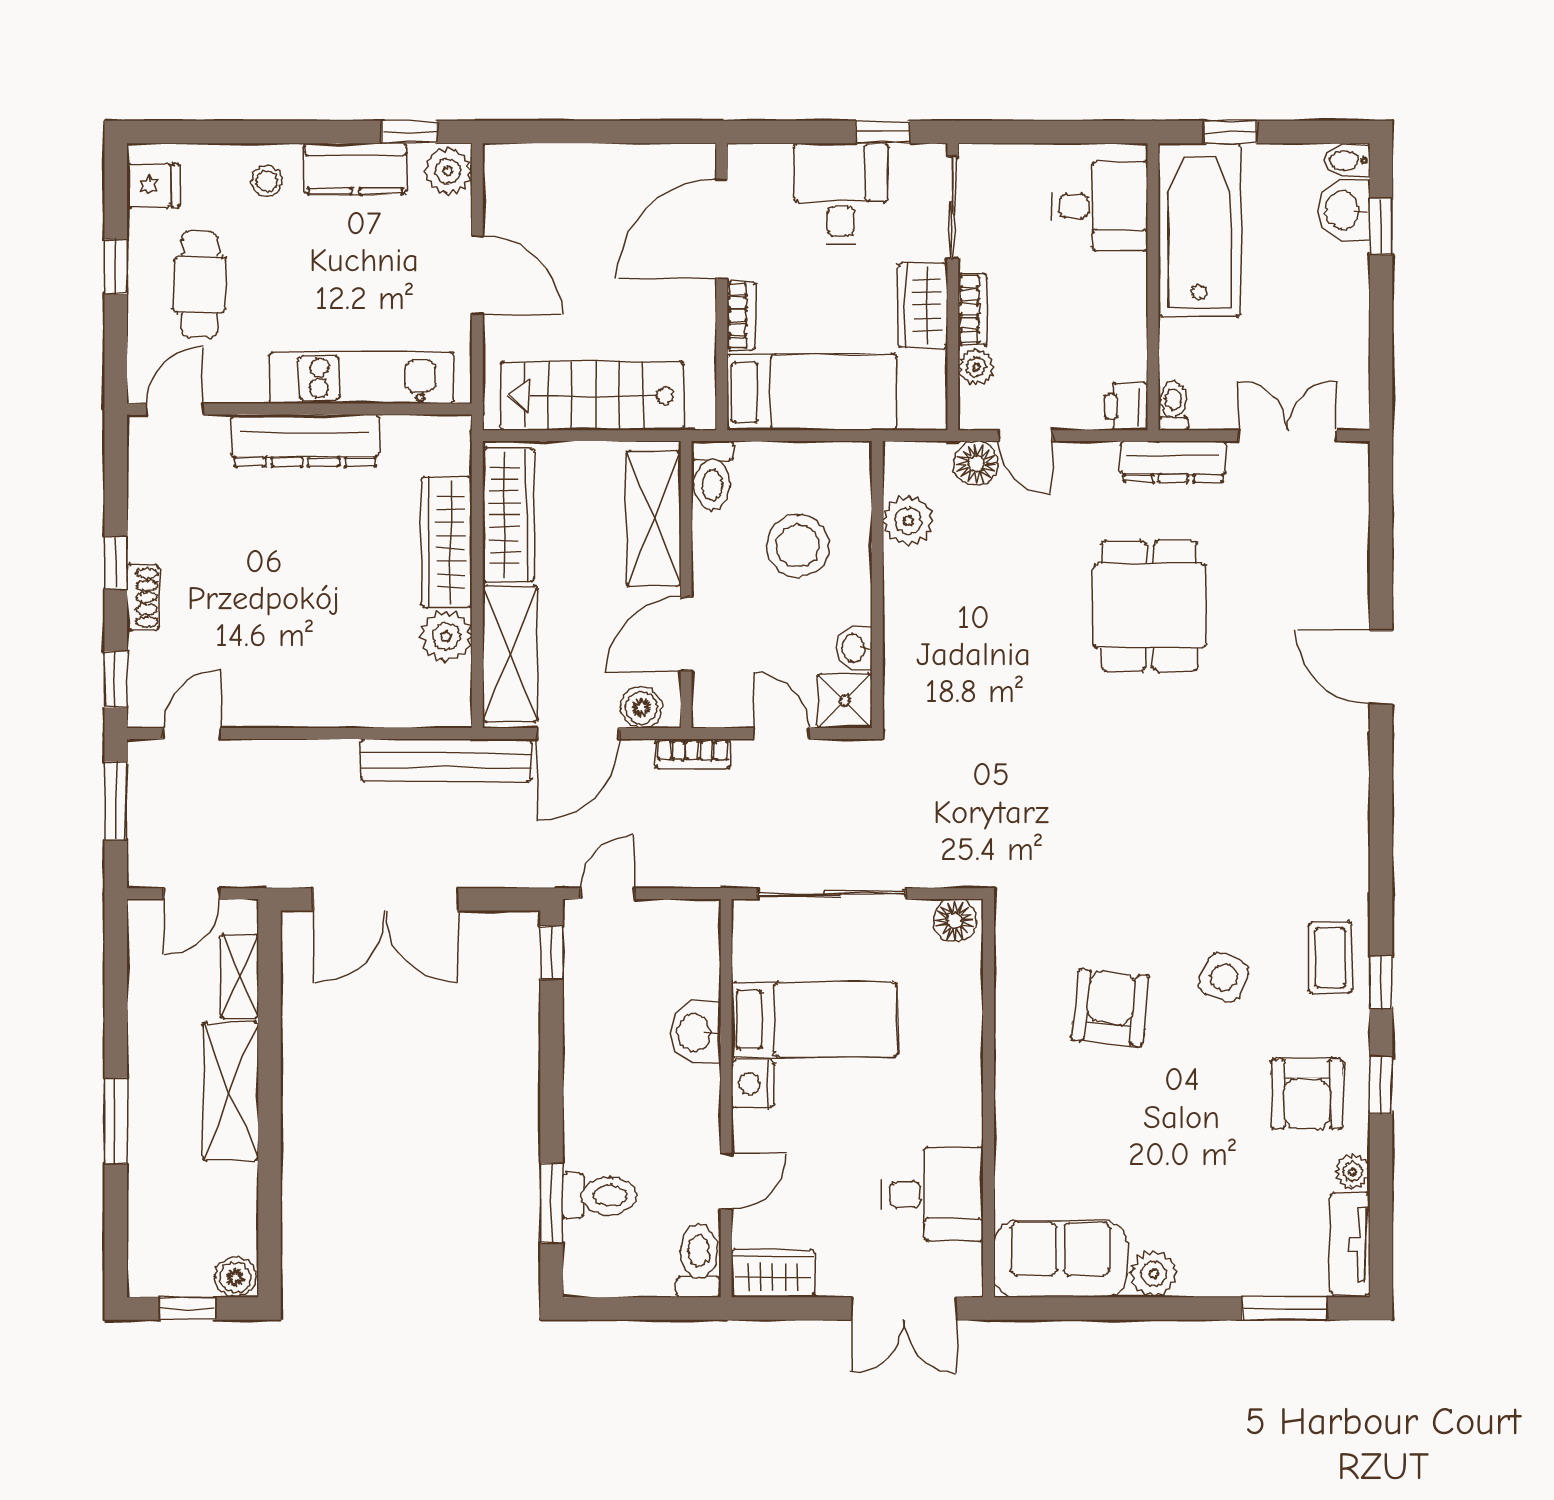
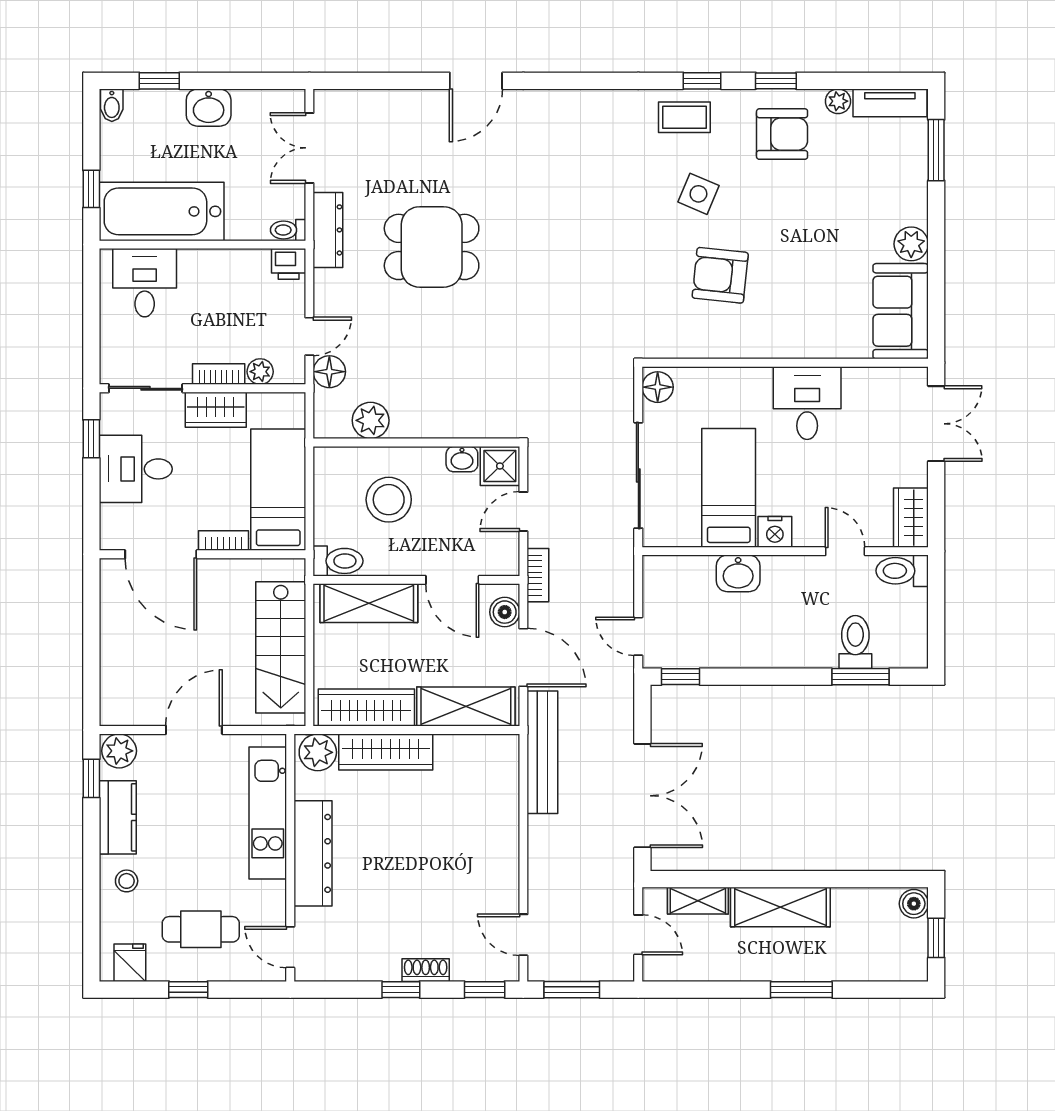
washbasin: (1344, 210) -> (209, 108), moved
plant: (446, 637) -> (318, 752), moved
desk: (932, 1194) -> (807, 403), moved

